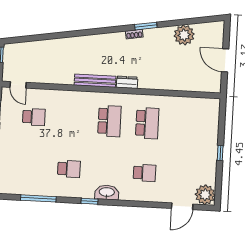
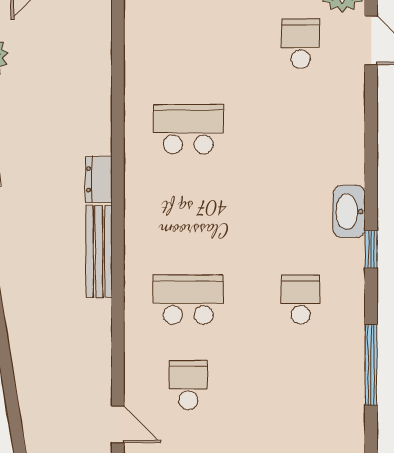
door: (18, 85) -> (118, 424), hinge flipped
school desk: (109, 121) -> (188, 300), moved
school desk: (144, 173) -> (301, 44), moved

